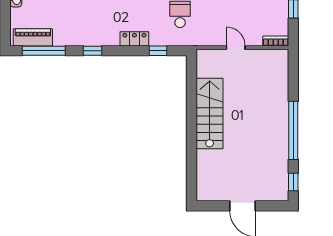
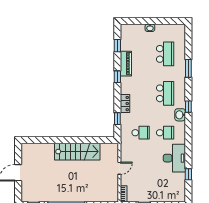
piano: (33, 37) -> (126, 64), moved
window: (44, 51) -> (117, 46), width x0.46

